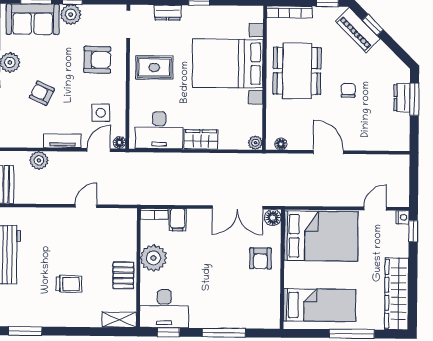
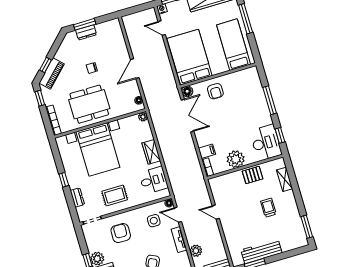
rug: (154, 67) -> (115, 195), turned 90
desk: (159, 130) -> (154, 180), width x0.73
armchair: (260, 258) -> (215, 91), turned 90
shelving: (119, 320) -> (285, 179), moved

